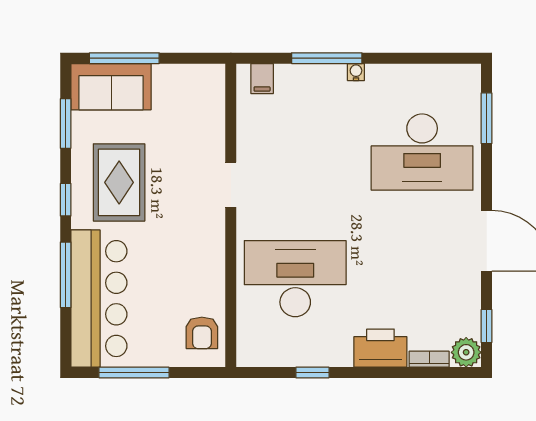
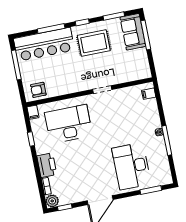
window: (327, 58) -> (167, 140), moved
desk: (295, 279) -> (69, 124), turned -90
filing cabinet: (251, 356) -> (33, 112), added

